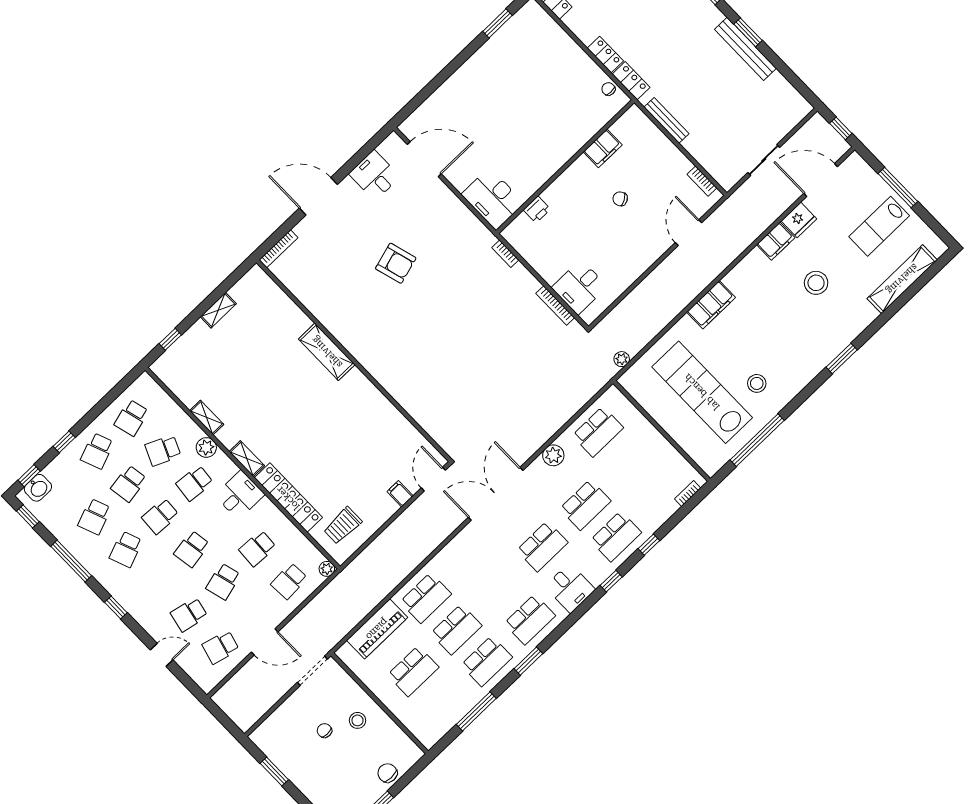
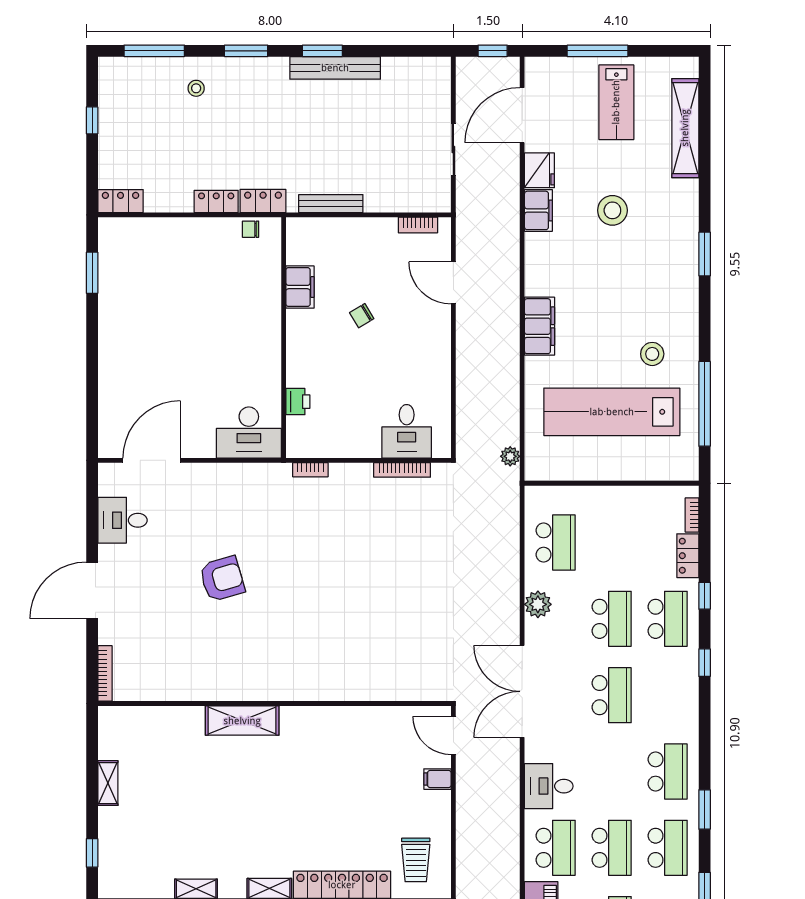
locker: (662, 513) -> (688, 556), added
desk: (570, 588) -> (549, 786), moved, turned 180

